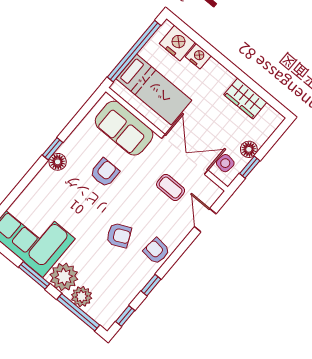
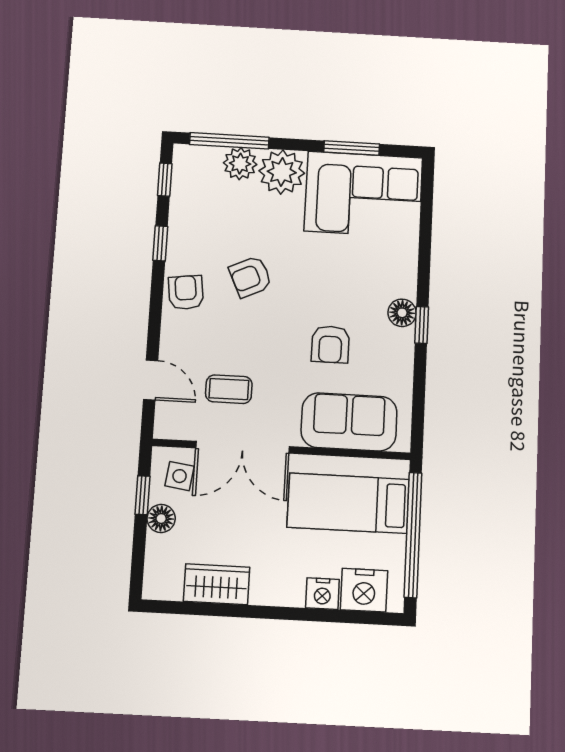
armchair: (156, 251) -> (186, 293), turned -103
window: (34, 275) -> (352, 148), moved

